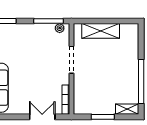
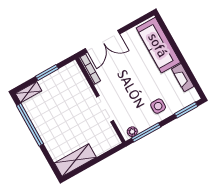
shelving: (101, 31) -> (75, 160), moved
side table: (26, 37) -> (158, 106), added
double door: (42, 117) -> (103, 41), width x1.37

